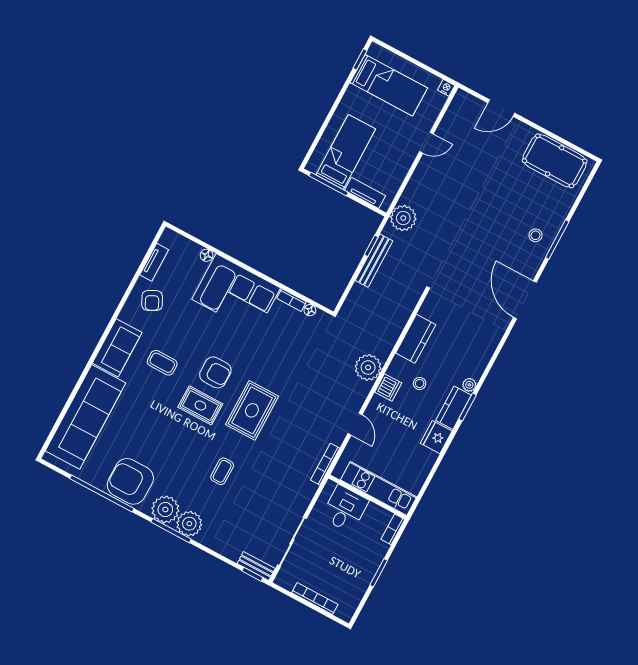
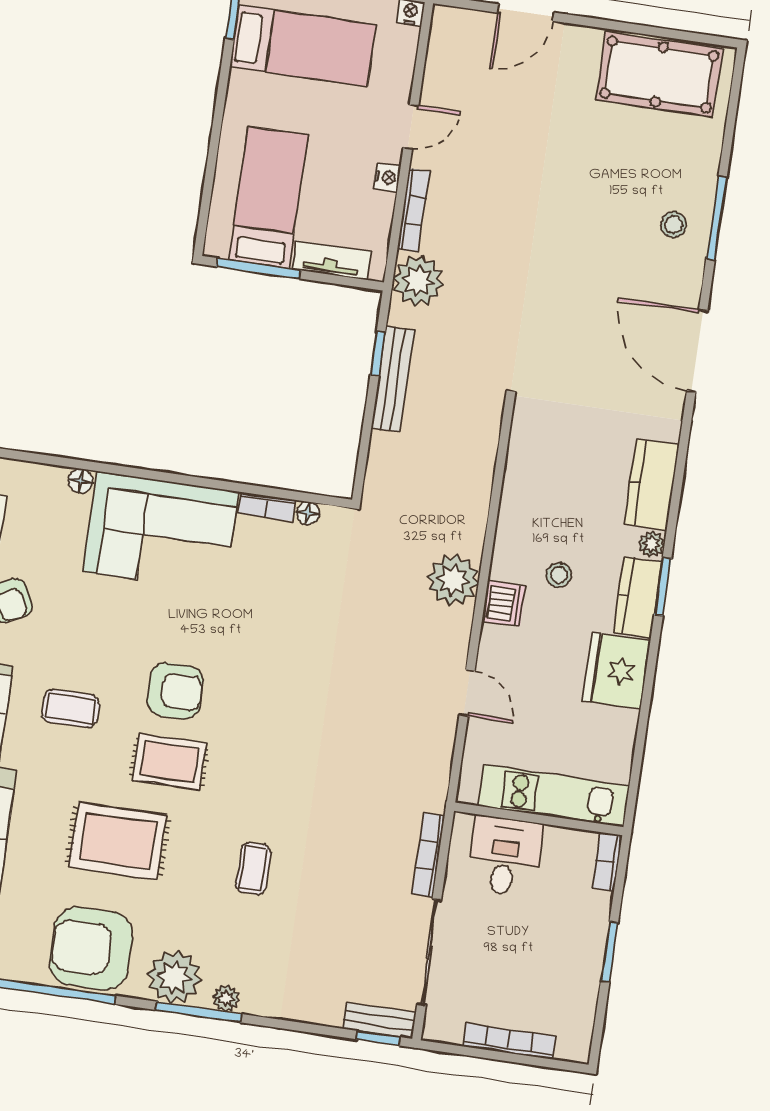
nightstand: (406, 163) -> (387, 177), added
bookcase: (413, 183) -> (413, 210), added
kitchen counter: (416, 339) -> (652, 485), moved, turned 180
rug: (252, 410) -> (118, 841), moved, turned 90
fridge: (436, 437) -> (617, 671), width x1.36, depth x1.34
bookcase: (325, 464) -> (428, 855), moved
plant: (189, 524) -> (226, 999), width x0.53, depth x0.53

